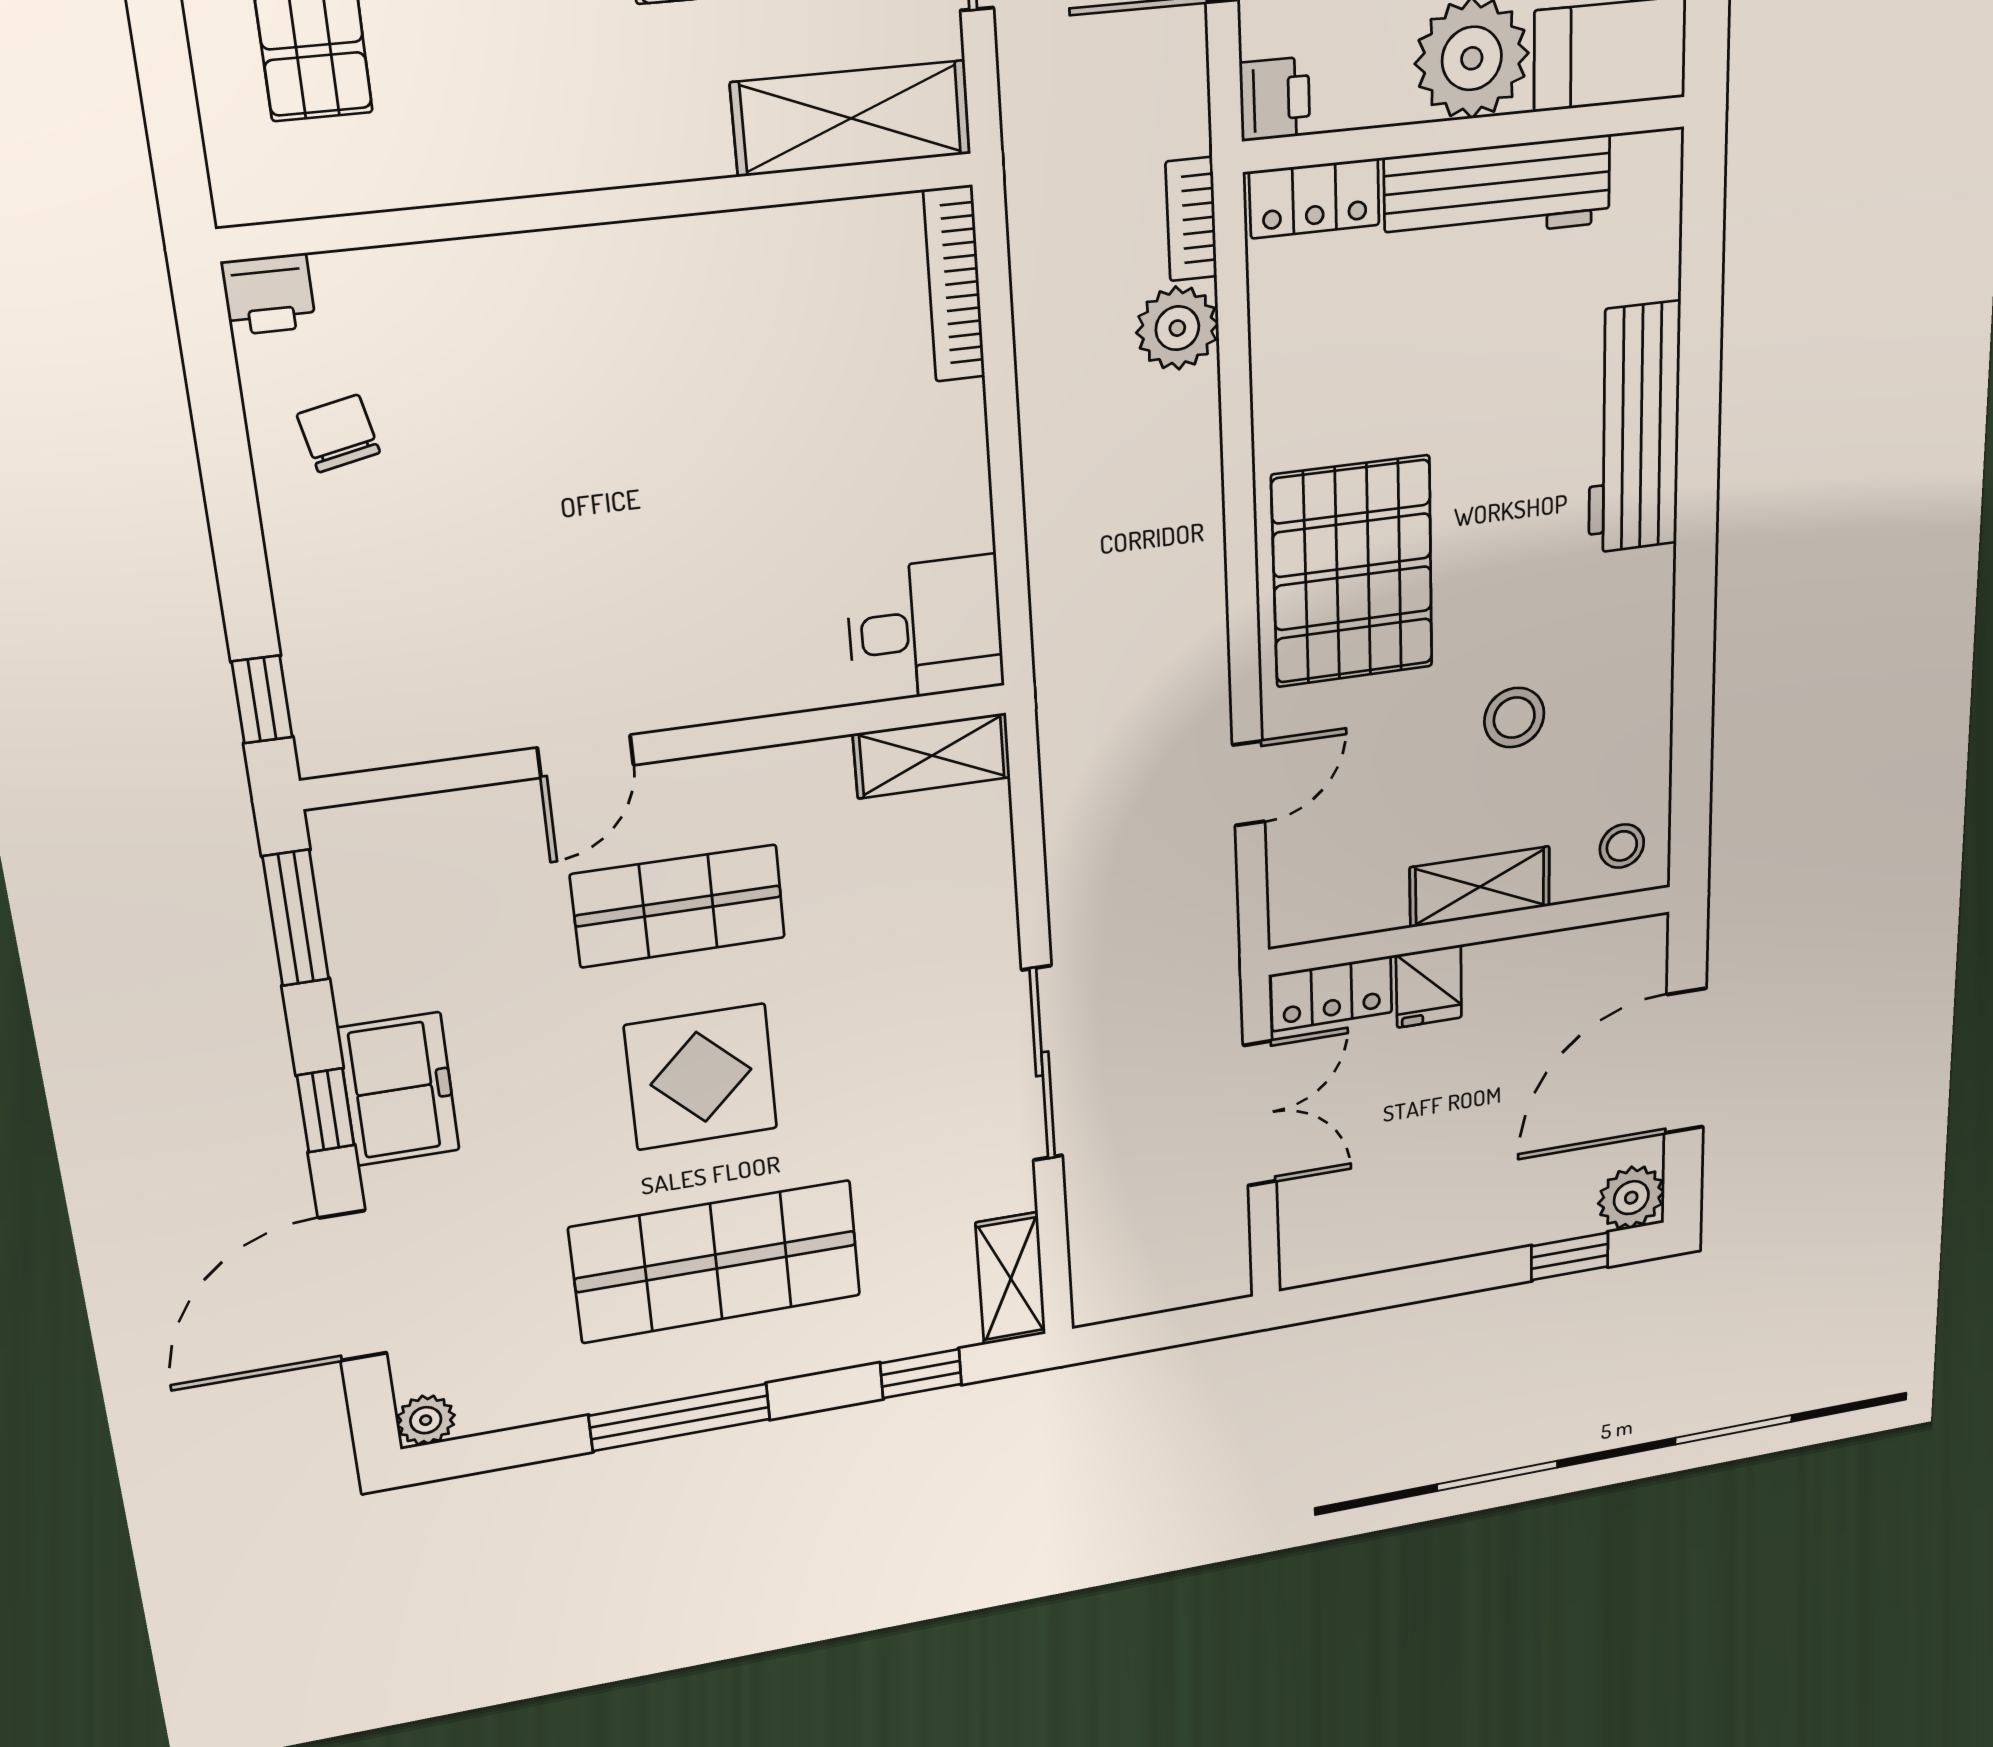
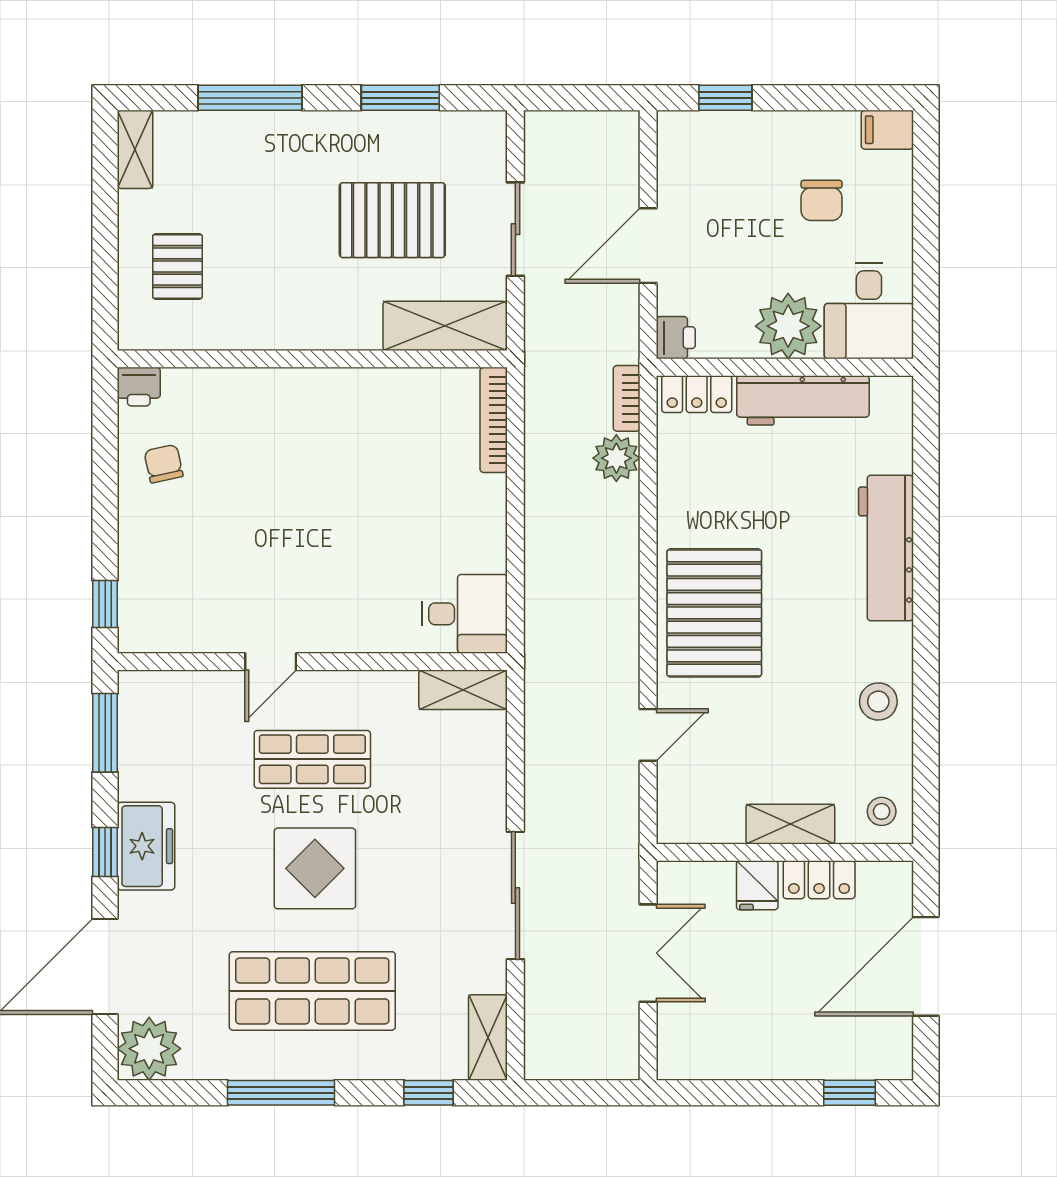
stool: (1514, 718) -> (878, 702), moved
locker: (1332, 994) -> (819, 880), moved
plant: (1631, 1198) -> (891, 1058), removed
plant: (426, 1420) -> (149, 1049), width x1.88, depth x1.88

